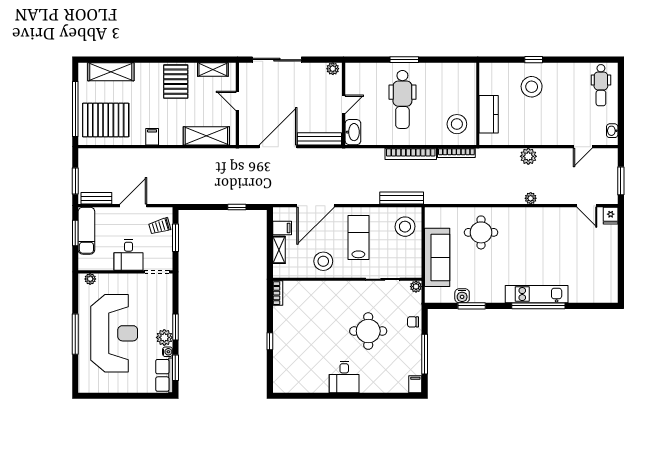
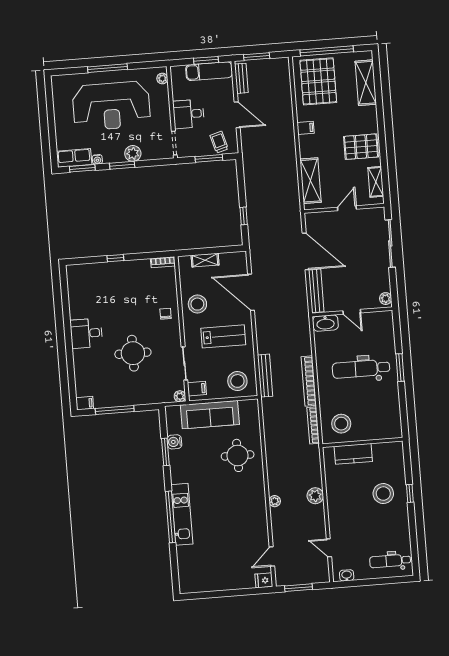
filing cabinet: (282, 228) -> (197, 389), moved, turned -90
chair: (413, 322) -> (166, 314), moved
plant: (164, 337) -> (133, 153), moved

